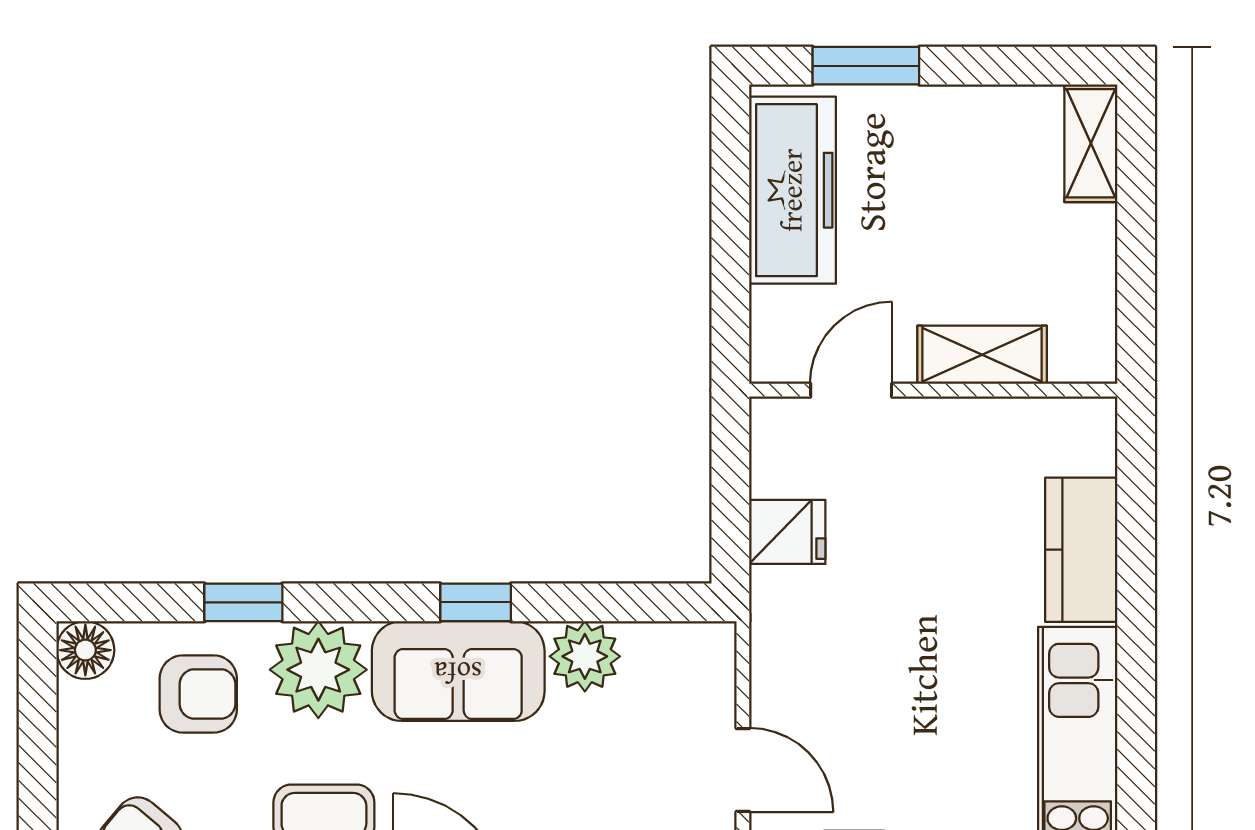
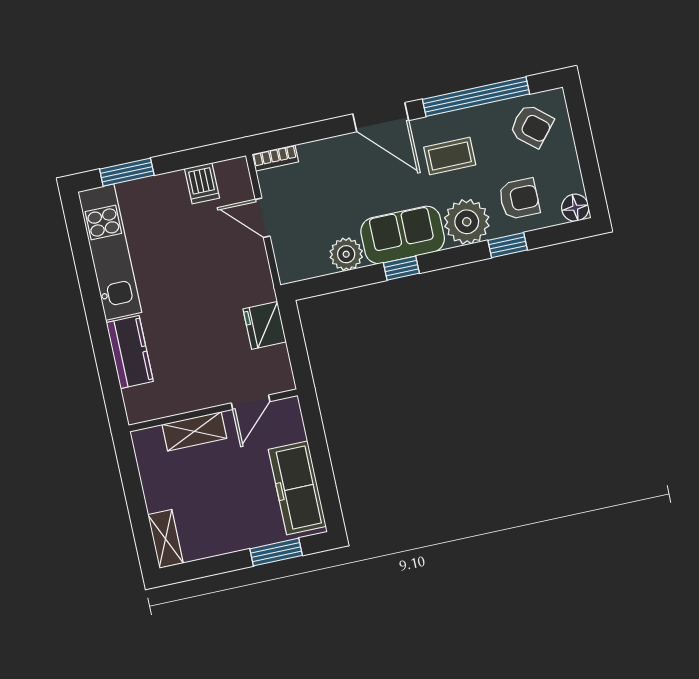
fridge: (787, 532) -> (265, 325), width x1.38
armchair: (198, 694) -> (519, 199), turned 180

